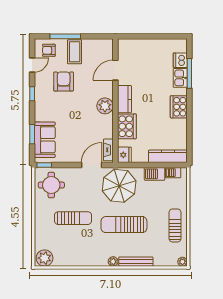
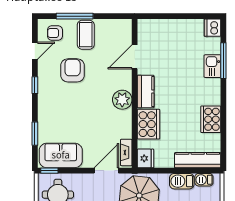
dishwasher: (180, 60) -> (213, 28), moved
cooker: (179, 107) -> (211, 119), moved
sofa: (45, 140) -> (61, 155), moved, turned -90

